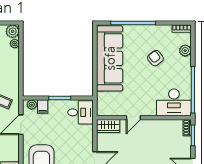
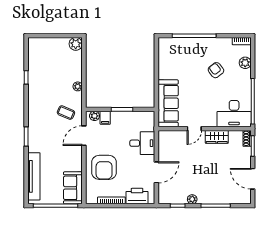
plant: (15, 44) -> (78, 86), moved
sofa: (110, 58) -> (168, 103), moved, width x0.74, depth x0.79
desk: (80, 112) -> (142, 143), moved
wardrobe: (108, 126) -> (217, 137), moved

